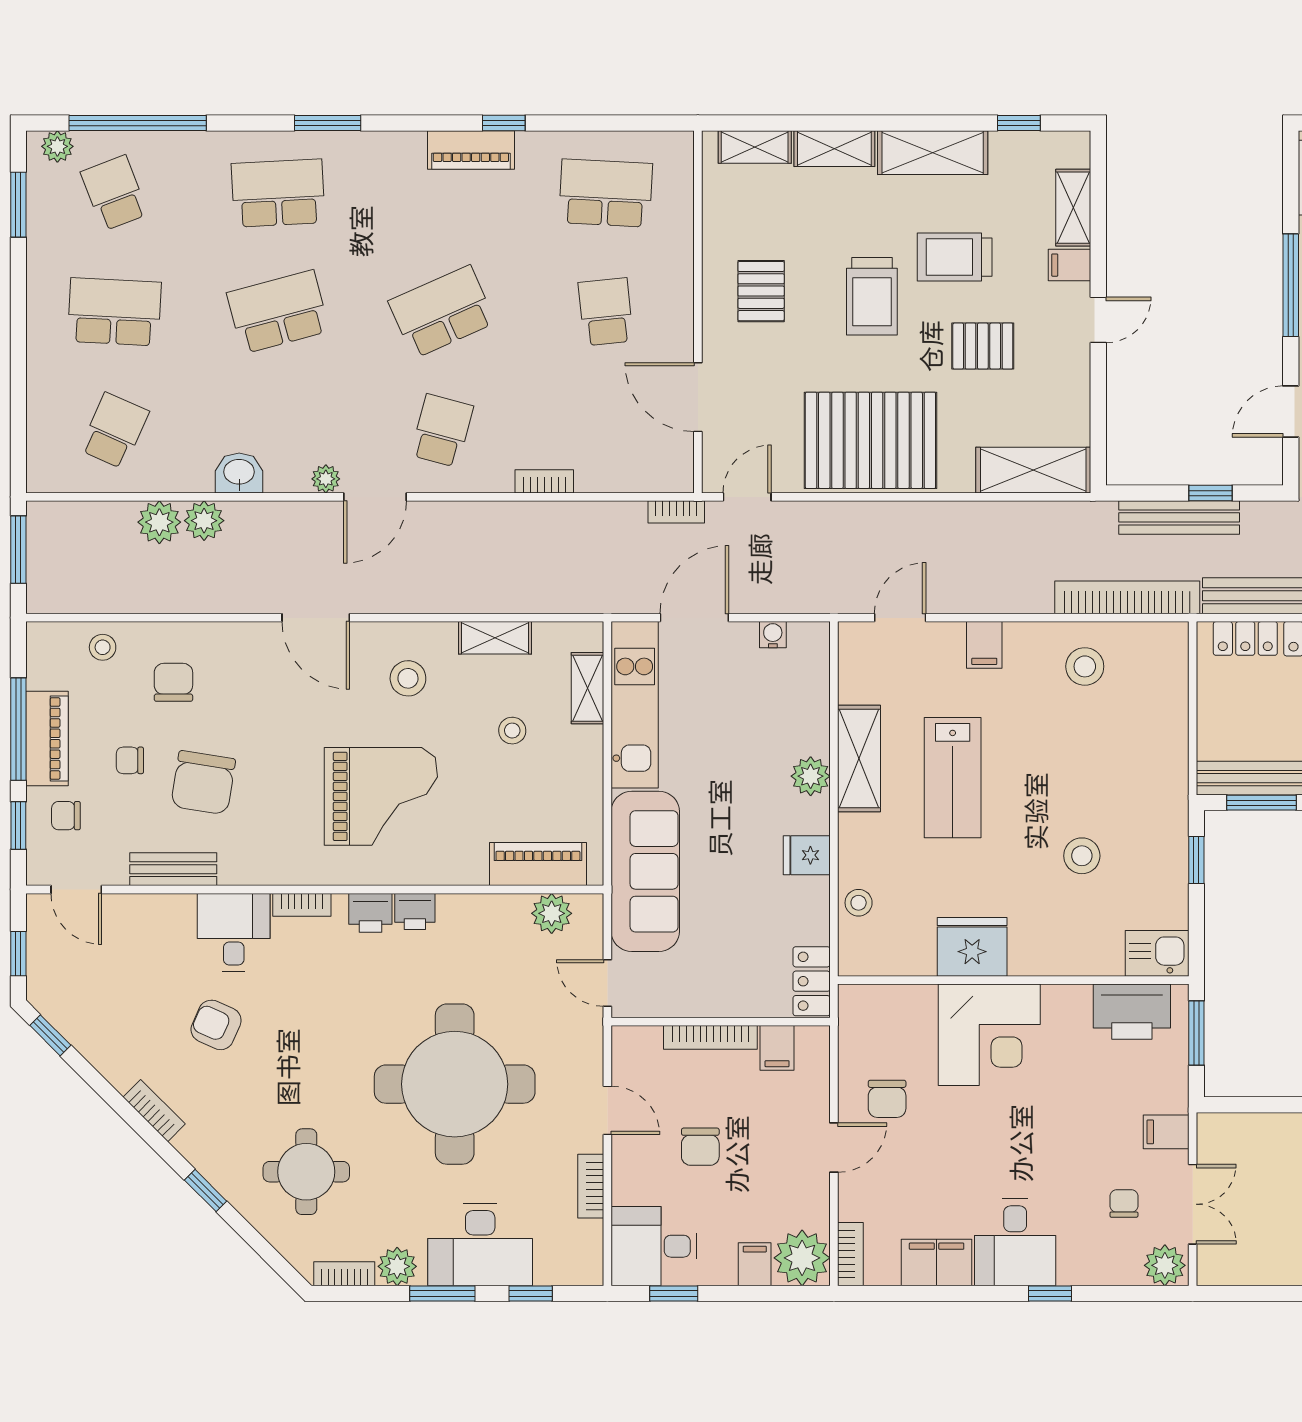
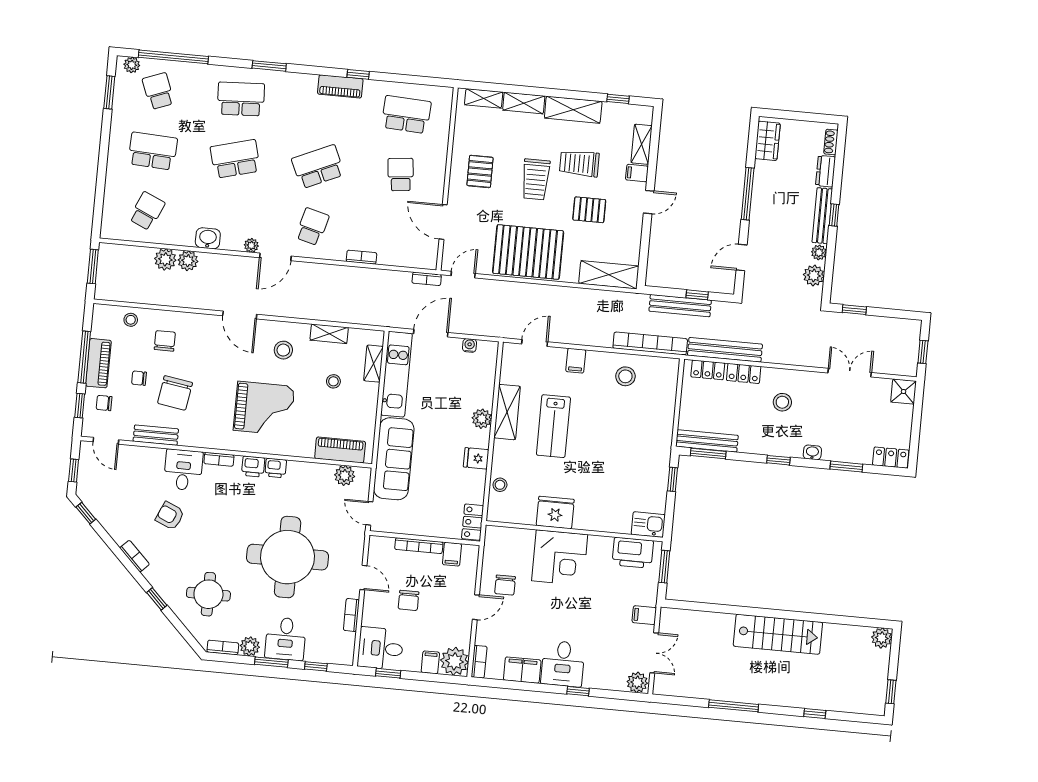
stool: (1082, 856) -> (615, 472), removed
chair: (1124, 1203) -> (620, 649), removed
desk: (480, 1245) -> (286, 639), width x0.73

